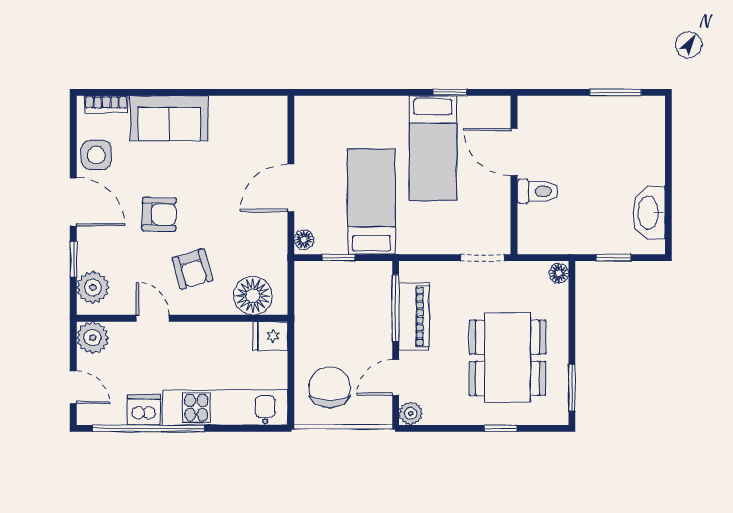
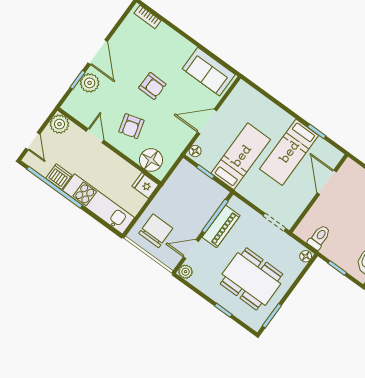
sofa: (169, 118) -> (209, 72), moved
side table: (96, 155) -> (125, 38), removed
toilet: (538, 191) -> (319, 237), moved, turned -90
armchair: (159, 214) -> (152, 86), moved
plant: (93, 287) -> (90, 83), moved
dining table: (508, 358) -> (251, 279), turned 90

